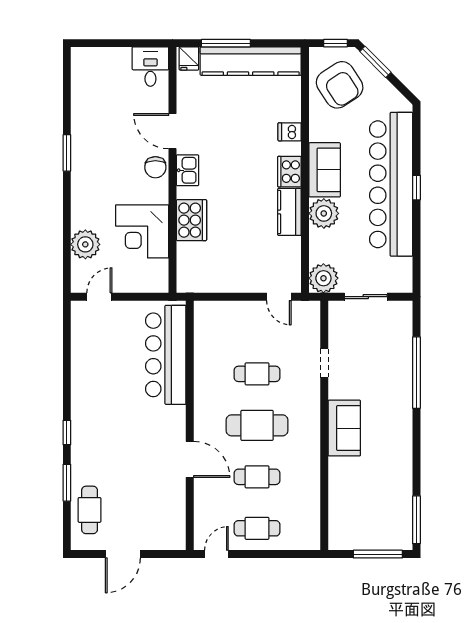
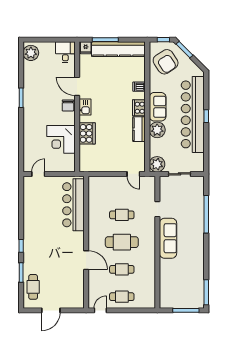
plant: (85, 244) -> (31, 53), moved
sofa: (344, 428) -> (168, 238), width x1.36

